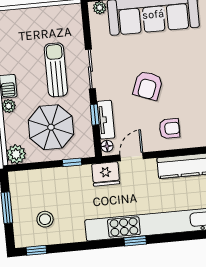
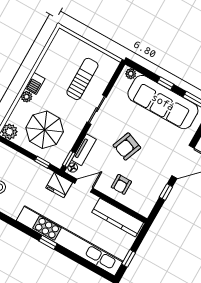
sun lounger: (56, 70) -> (82, 79), moved
window: (95, 115) -> (69, 159), moved
armchair: (169, 129) -> (121, 184), turned 90

